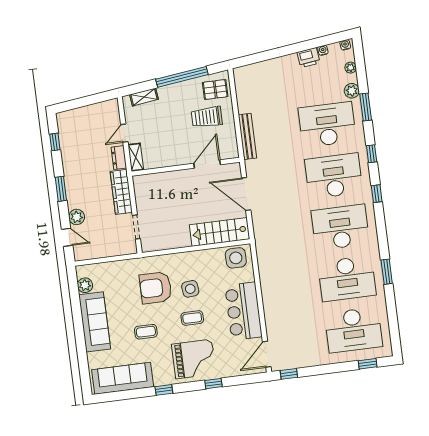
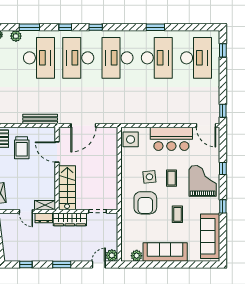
desk: (327, 125) -> (39, 58), turned 180
plant: (77, 217) -> (112, 255), moved
stairs: (220, 232) -> (67, 188), moved, turned 180

